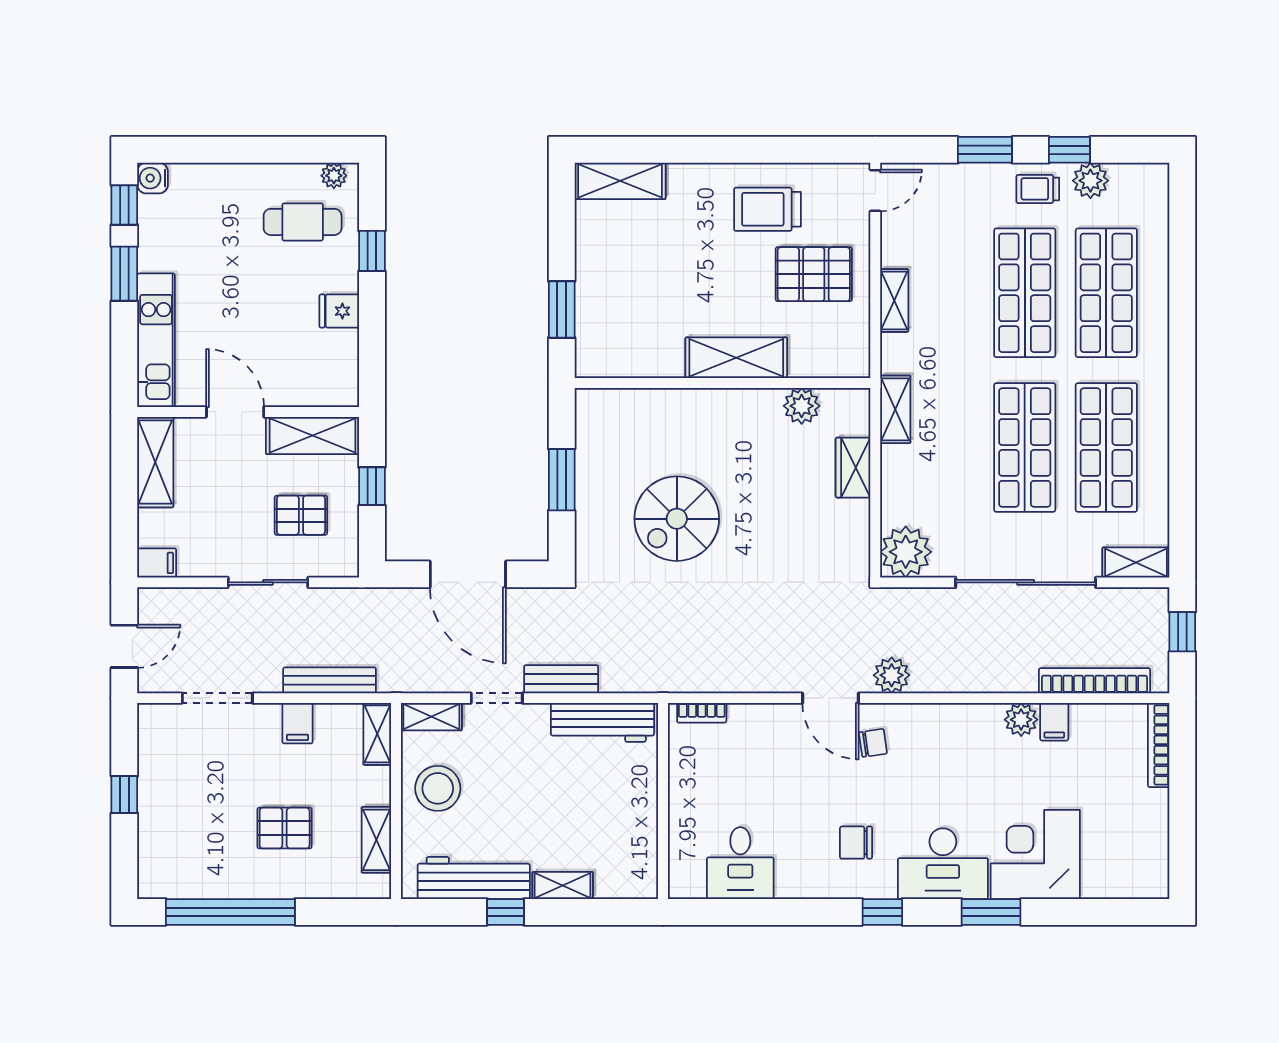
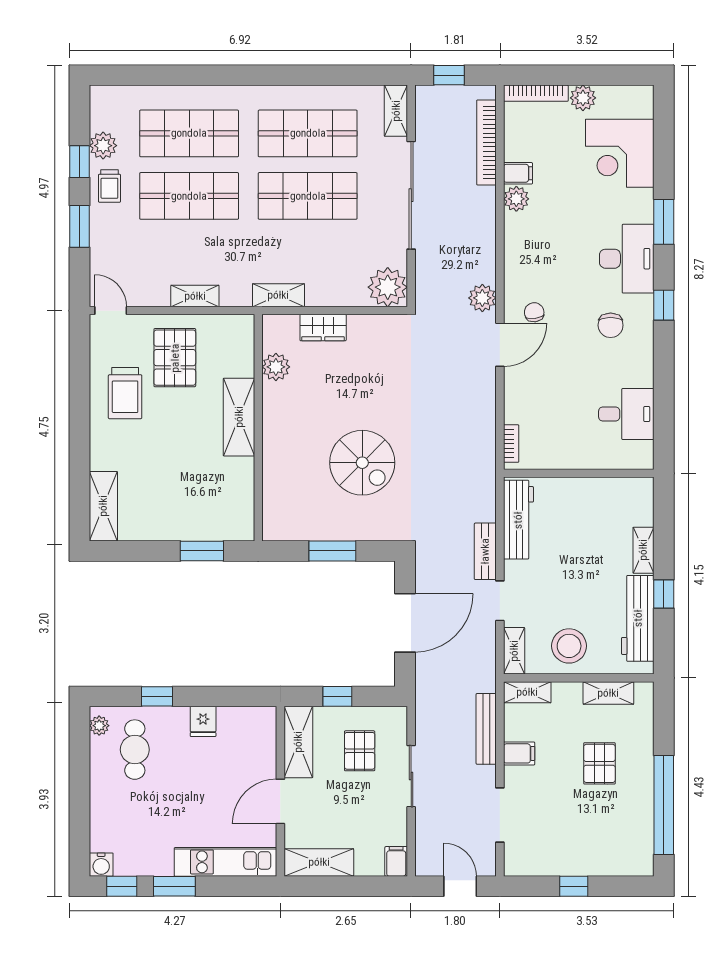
plant: (1153, 807) -> (583, 98), added
corner desk: (1035, 855) -> (620, 153), moved

